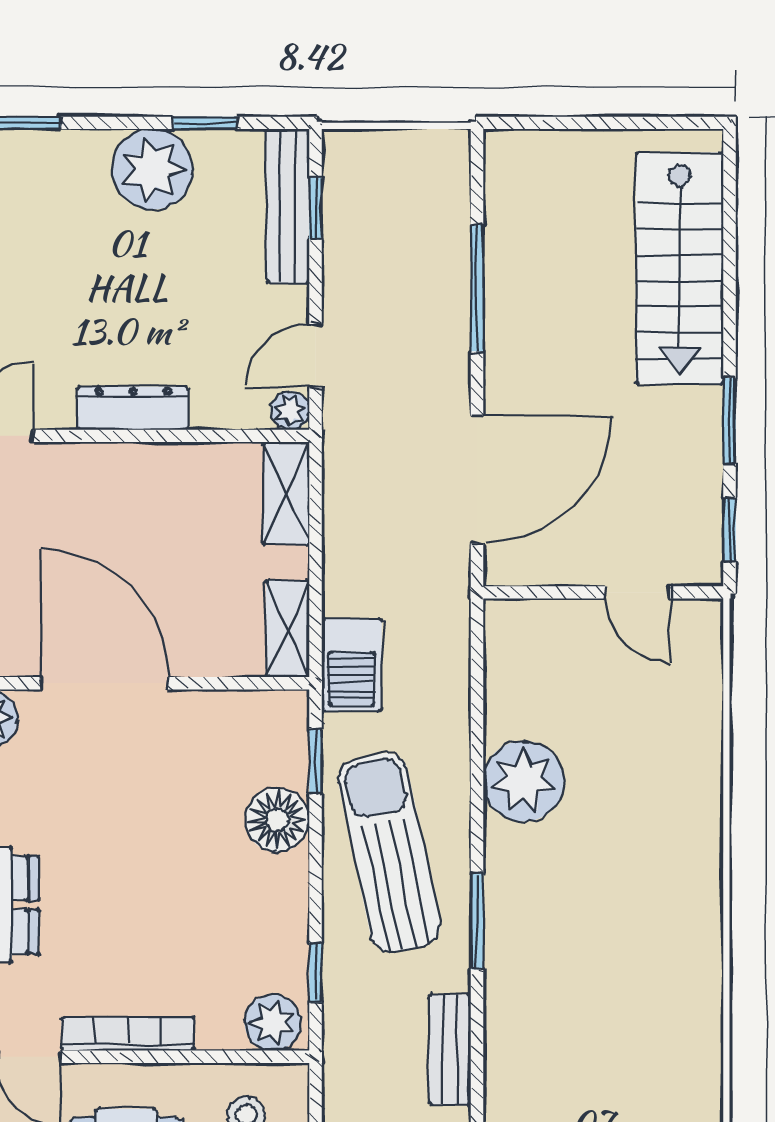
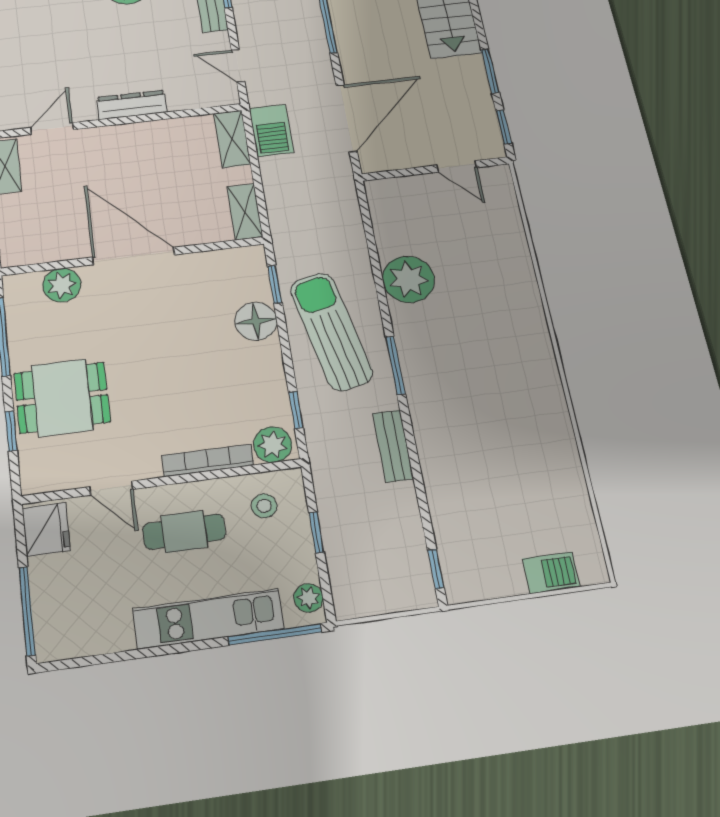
door: (316, 356) -> (238, 66), hinge flipped
plant: (290, 410) -> (227, 95), removed
barbecue: (352, 665) -> (271, 130), moved
bookcase: (128, 1034) -> (208, 460), moved

